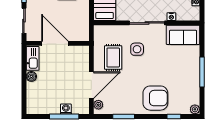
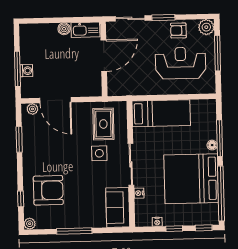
rug: (113, 58) -> (103, 124), moved, turned 90
armchair: (155, 98) -> (48, 190), moved, turned -90

